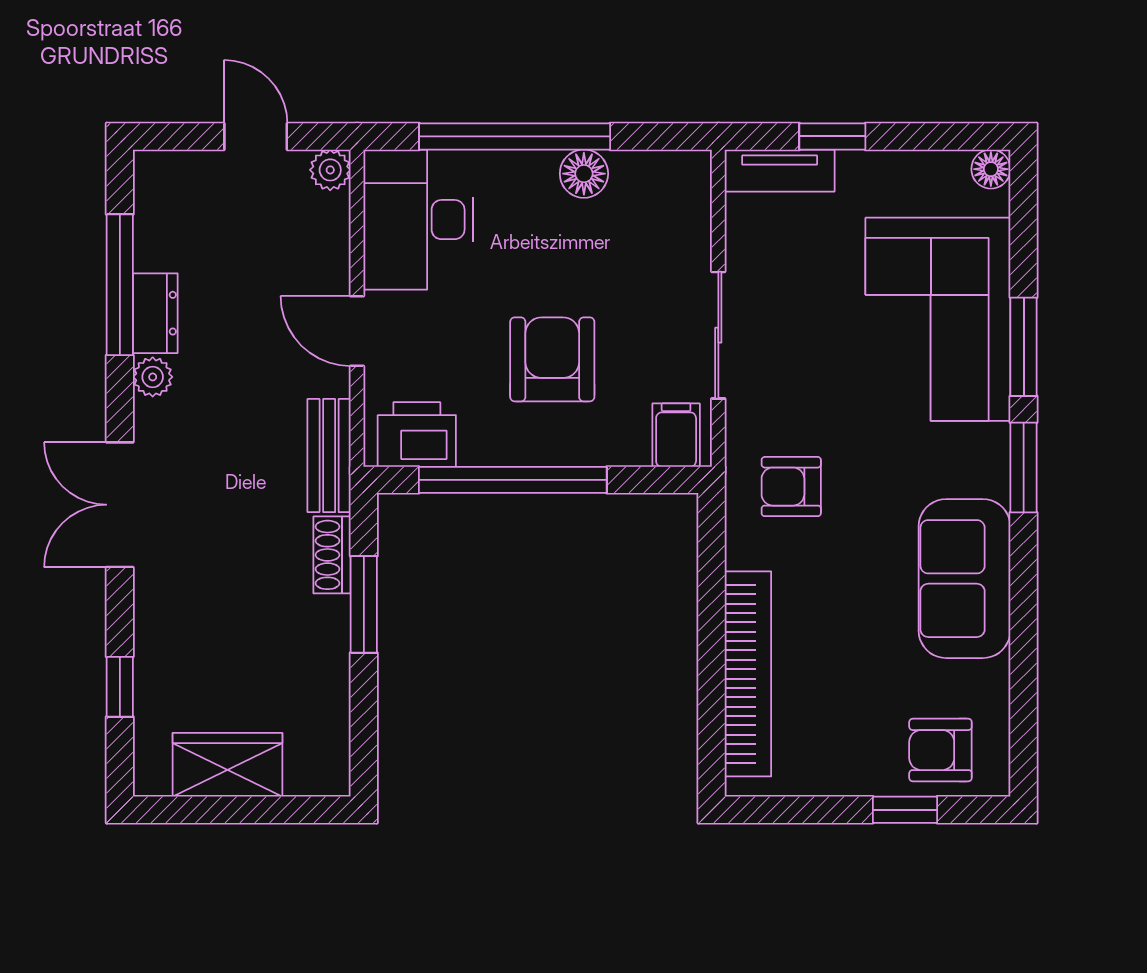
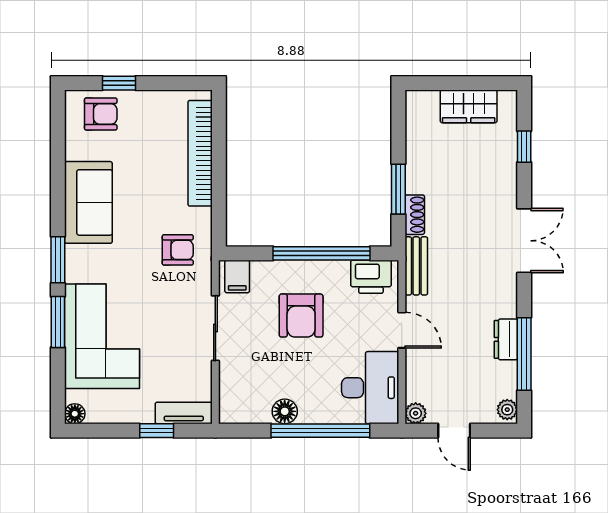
plant: (153, 377) -> (507, 410), moved

